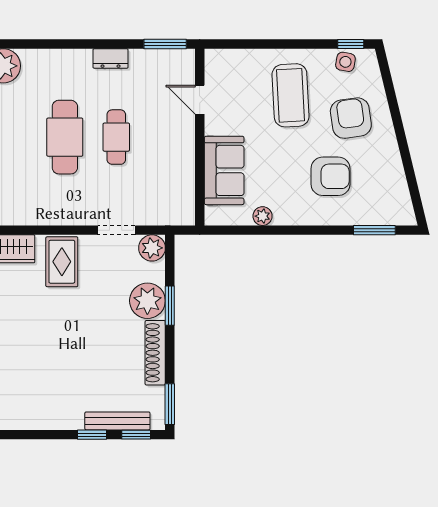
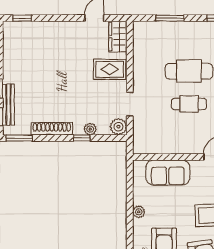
plant: (263, 216) -> (139, 212), moved
plant: (147, 301) -> (90, 129), width x0.53, depth x0.53
window: (170, 306) -> (82, 138), width x0.67

